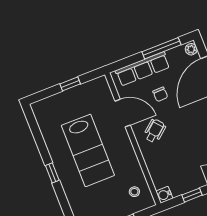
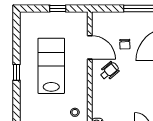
row of seats: (143, 69) -> (119, 19), removed
lab bench: (88, 150) -> (51, 66), turned 180

